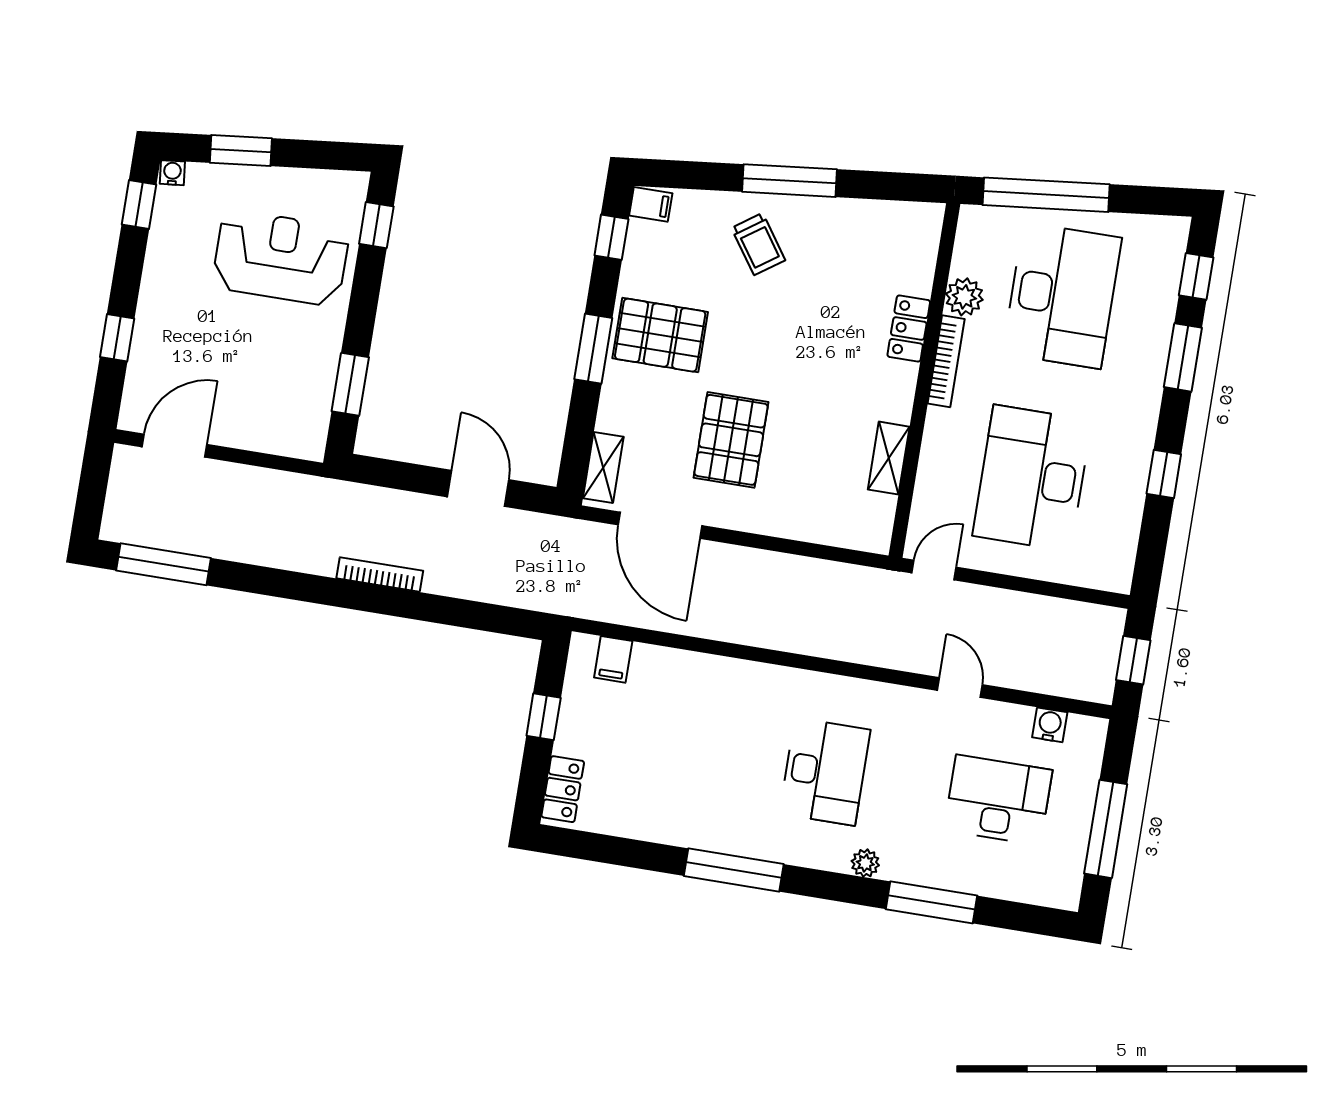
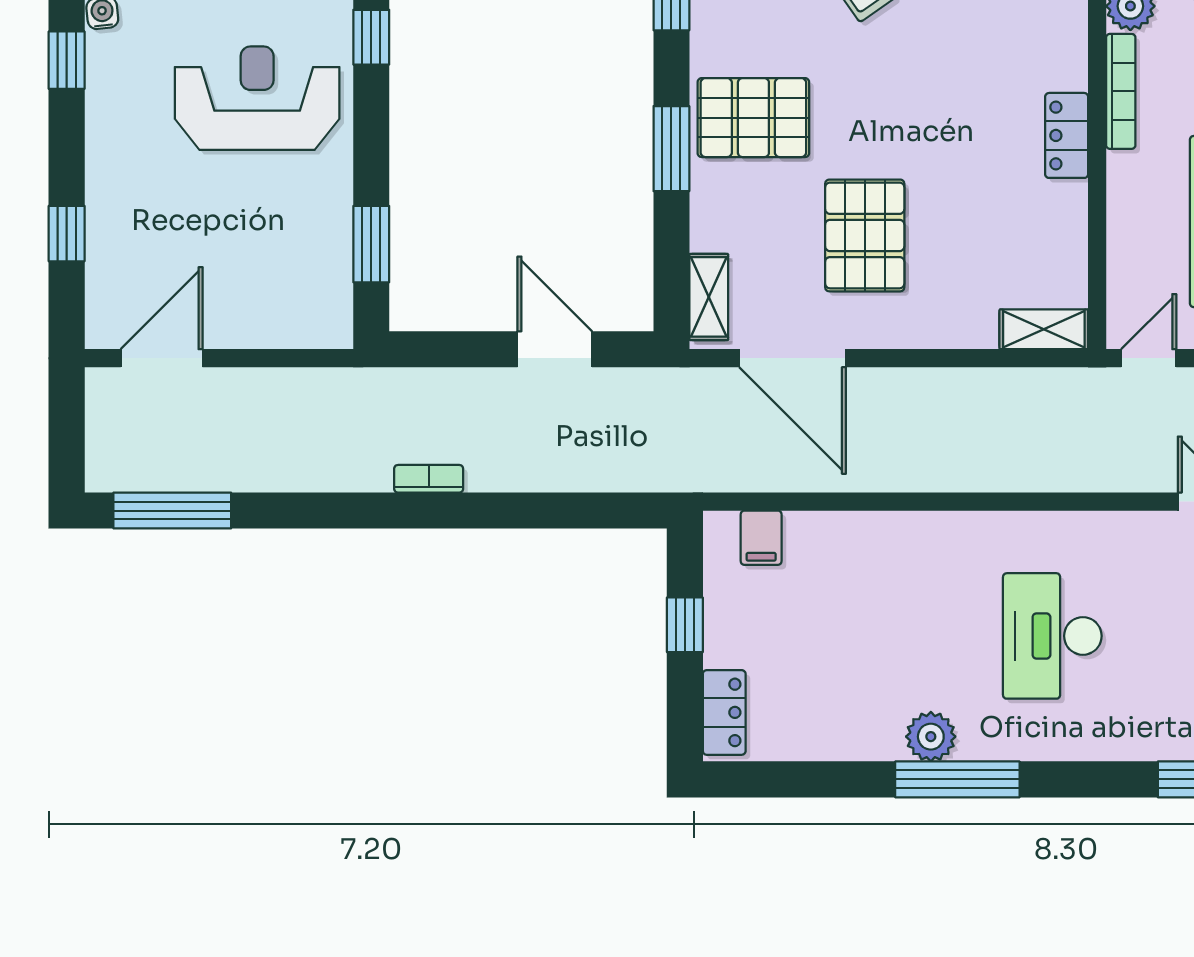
locker: (909, 329) -> (1067, 135), moved
shelving: (889, 458) -> (1044, 329), moved, turned 90
bookcase: (380, 575) -> (429, 479), width x0.64
desk: (825, 772) -> (1052, 636), turned 180
plant: (865, 863) -> (931, 737), moved, width x1.38, depth x1.38

